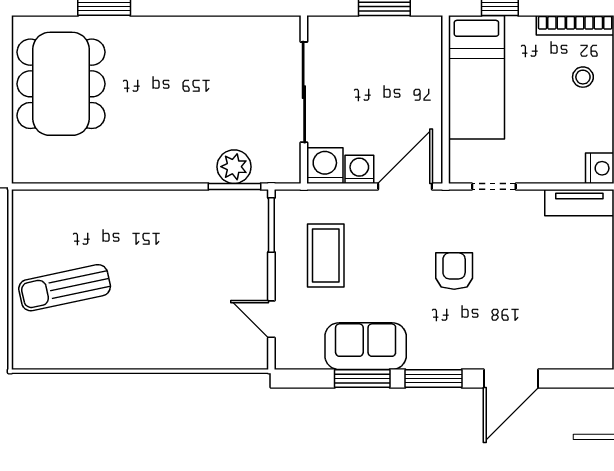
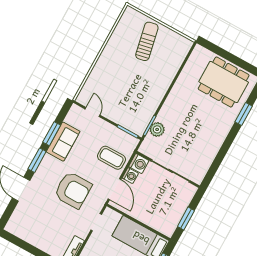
coffee table: (326, 256) -> (111, 158), moved
armchair: (454, 271) -> (73, 190), width x1.88, depth x1.88
door: (271, 319) -> (93, 112), hinge flipped

